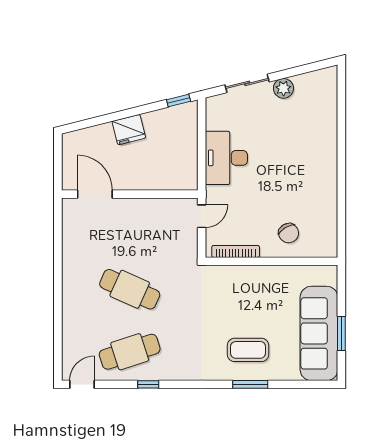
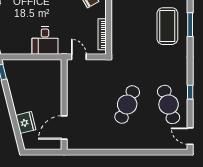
fridge: (129, 130) -> (26, 123), moved
desk: (226, 158) -> (45, 40), width x0.73
coffee table: (248, 350) -> (167, 26), width x1.36, depth x1.32

